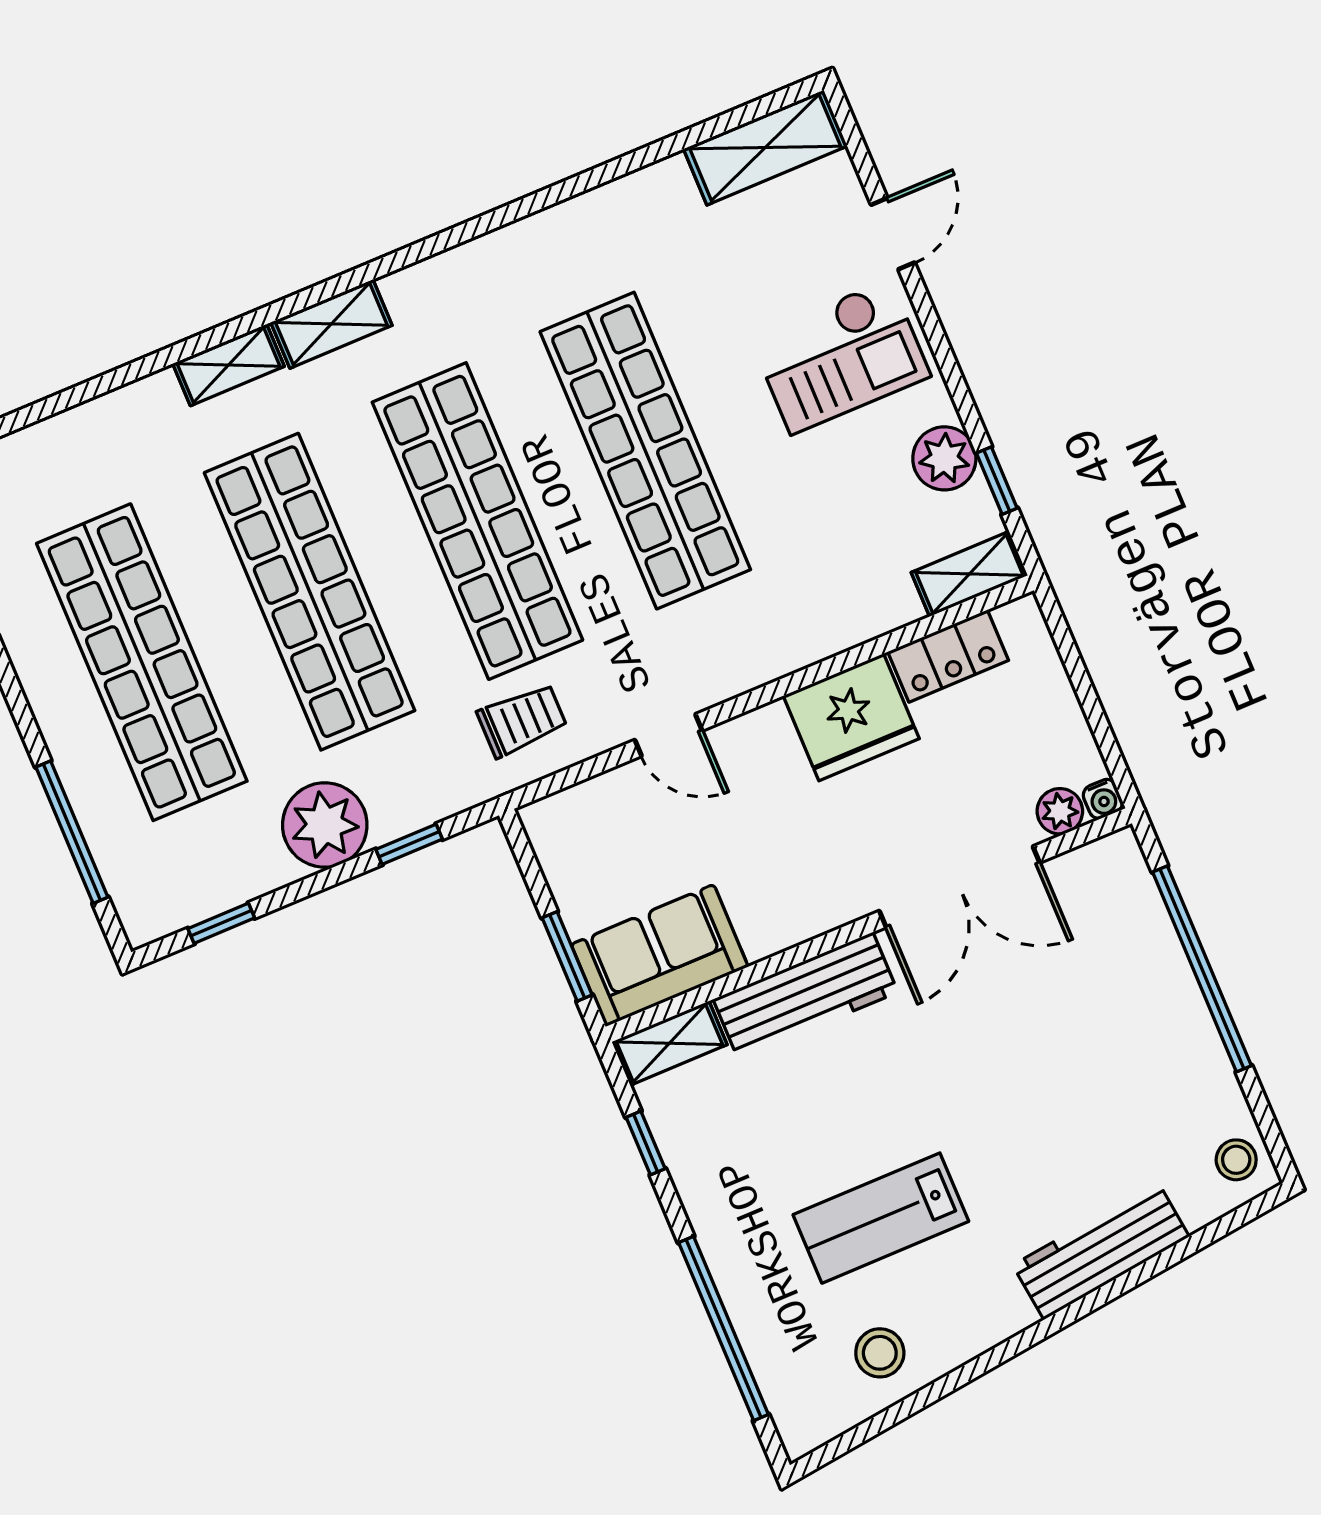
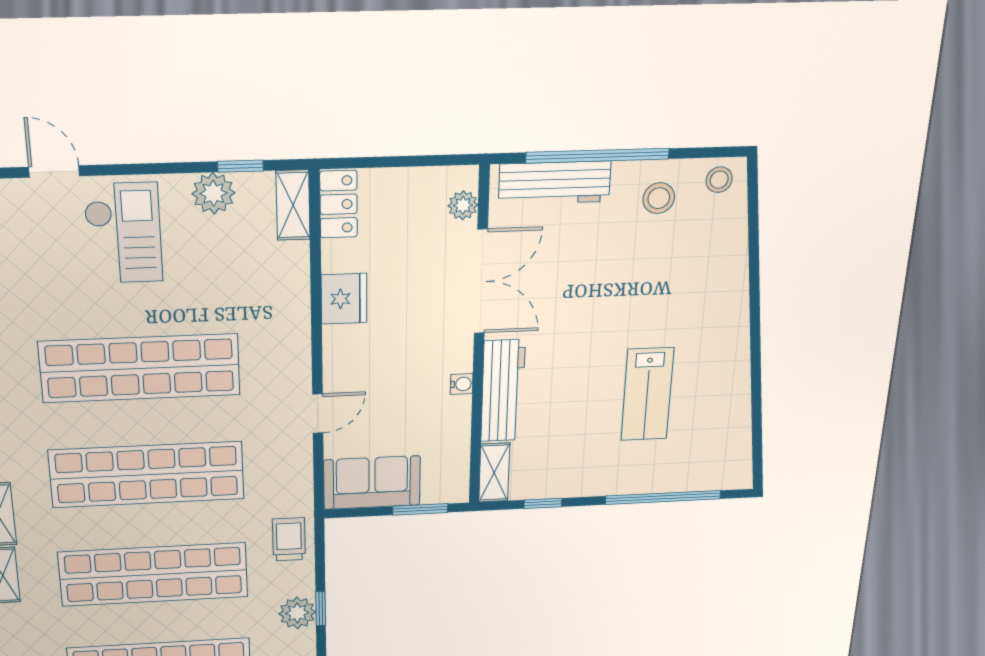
locker: (948, 656) -> (339, 204), moved
fridge: (851, 717) -> (344, 299), width x0.73, depth x0.75
trolley: (522, 720) -> (289, 539), moved
water cooler: (1103, 799) -> (462, 384), moved
plant: (325, 825) -> (297, 613), width x0.73, depth x0.73
window: (409, 844) -> (321, 609), moved
sofa: (660, 956) -> (372, 483), moved, turned 90
workbench: (1101, 1251) -> (555, 183), moved, turned -83
stool: (880, 1353) -> (659, 198), moved

